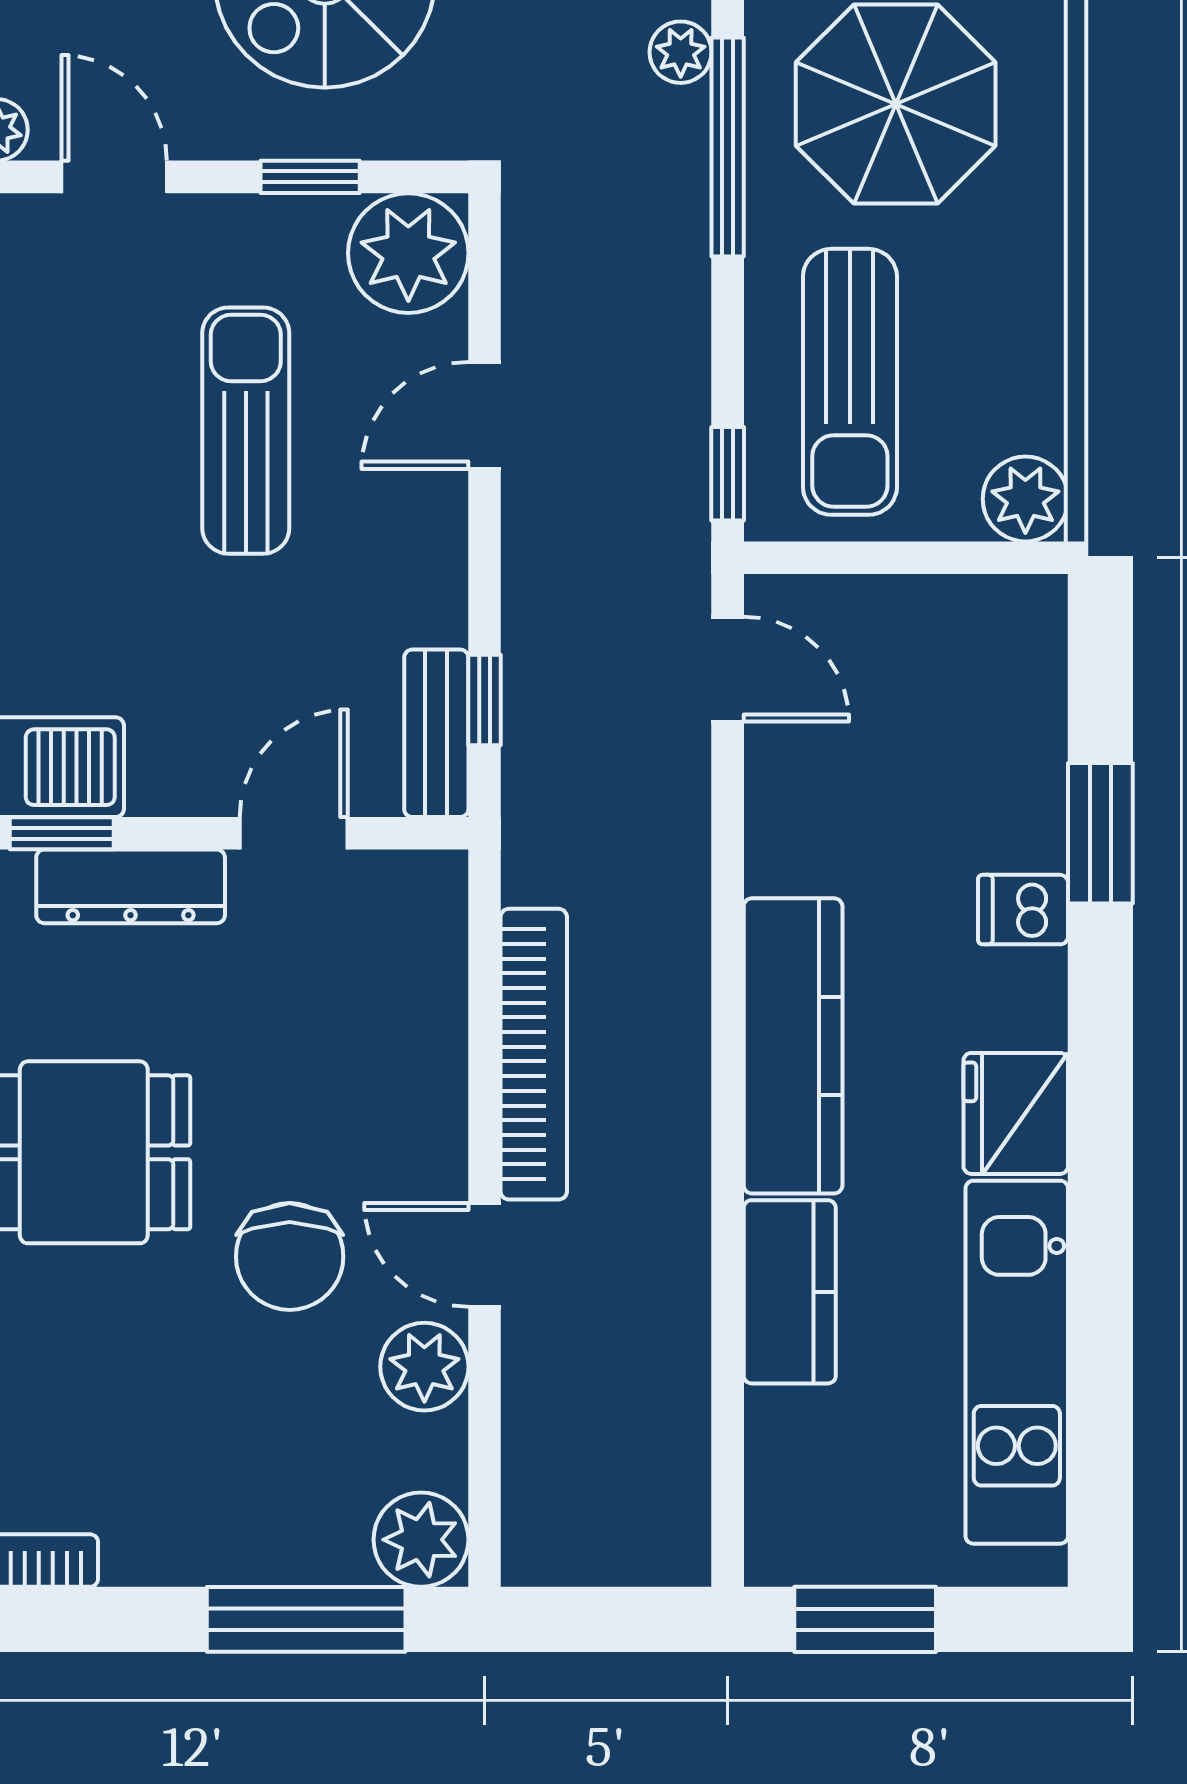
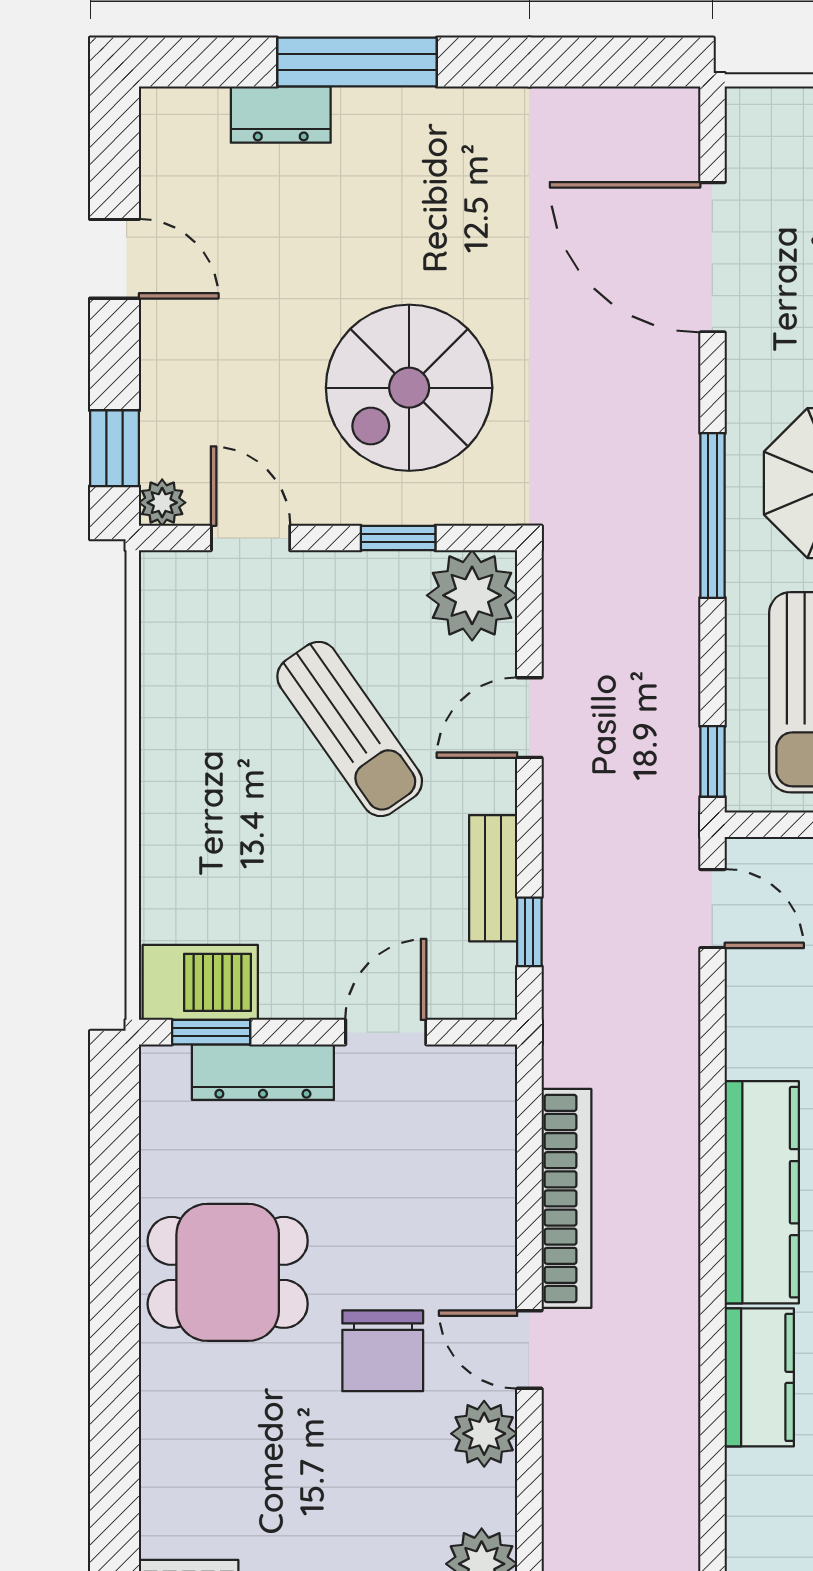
plant: (681, 52) -> (677, 444), removed
sun lounger: (246, 431) -> (350, 729), turned 145
bench: (436, 733) -> (493, 878), moved

